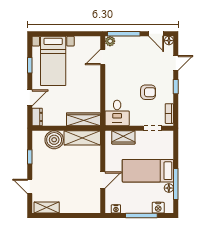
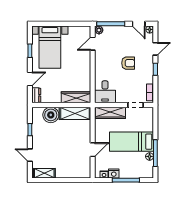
armchair: (148, 92) -> (128, 63), moved
wardrobe: (123, 137) -> (110, 113), width x1.50
nightstand: (158, 208) -> (114, 173), moved

